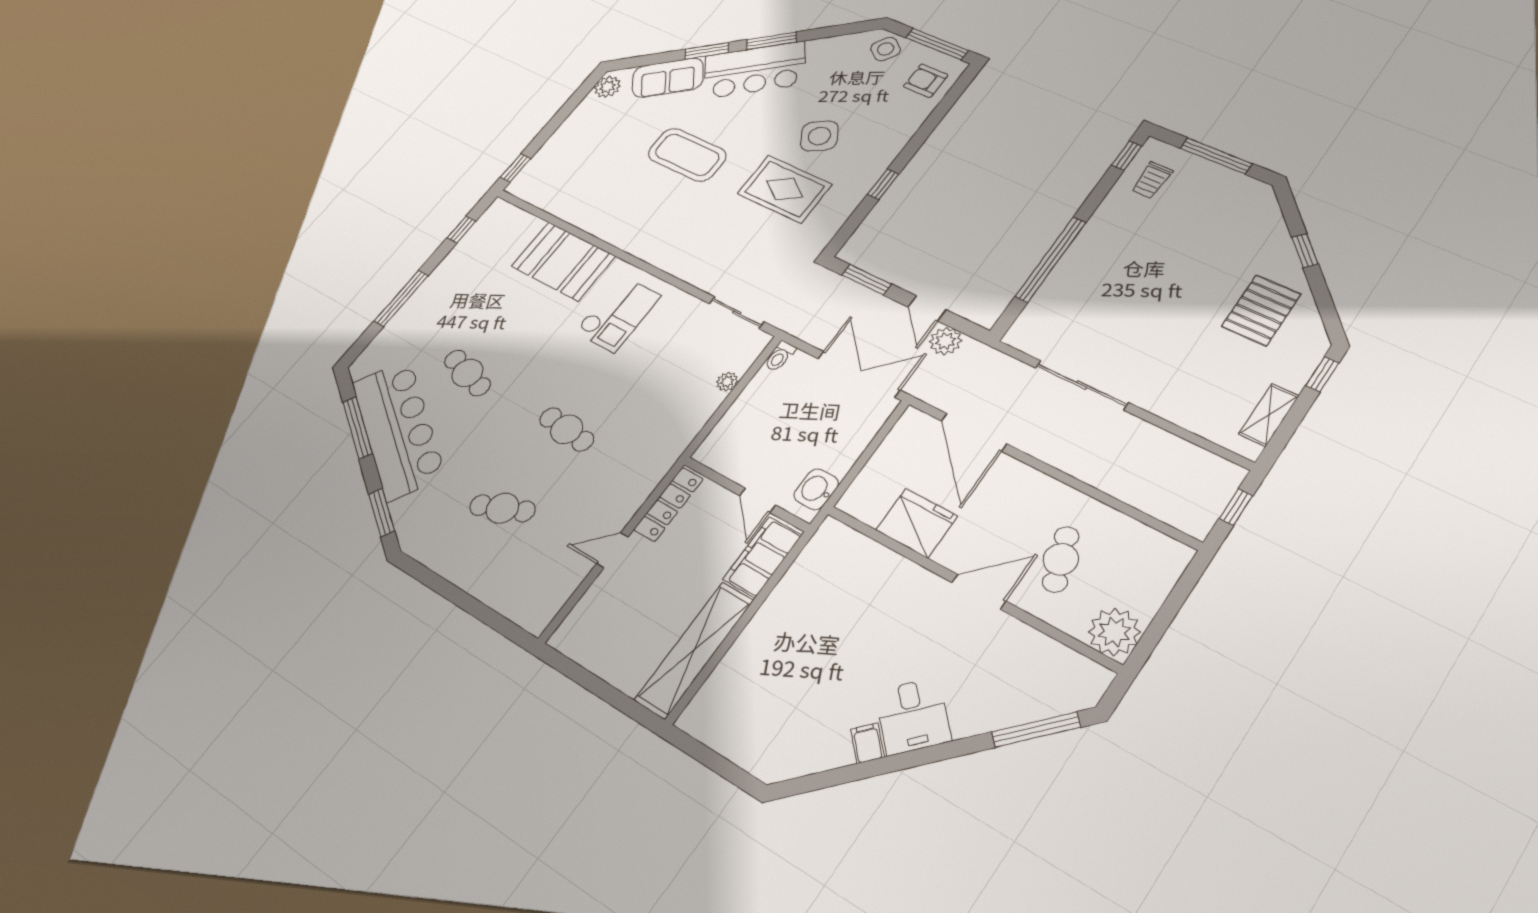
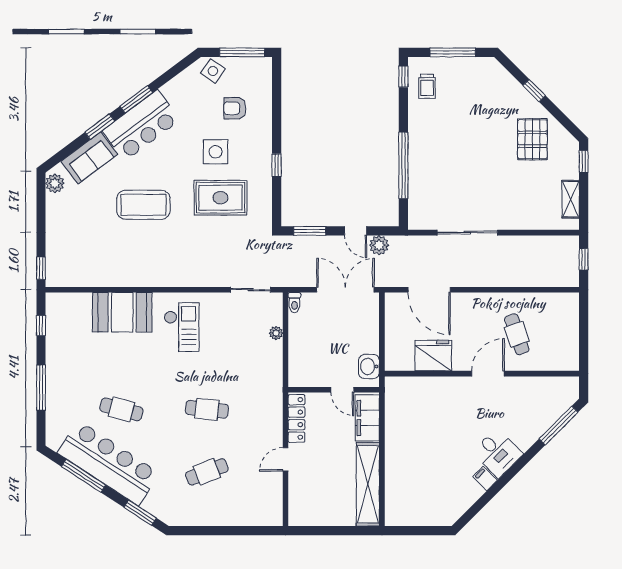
armchair: (926, 81) -> (235, 108), moved
side table: (819, 136) -> (216, 152), turned 31
plant: (1114, 632) -> (565, 357), removed

